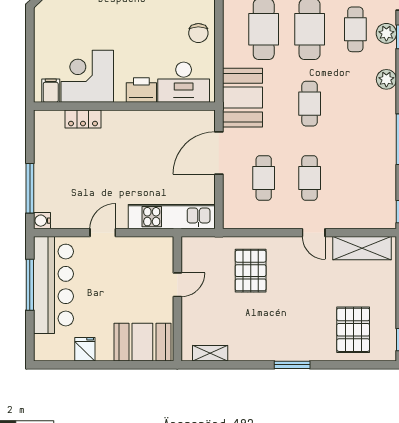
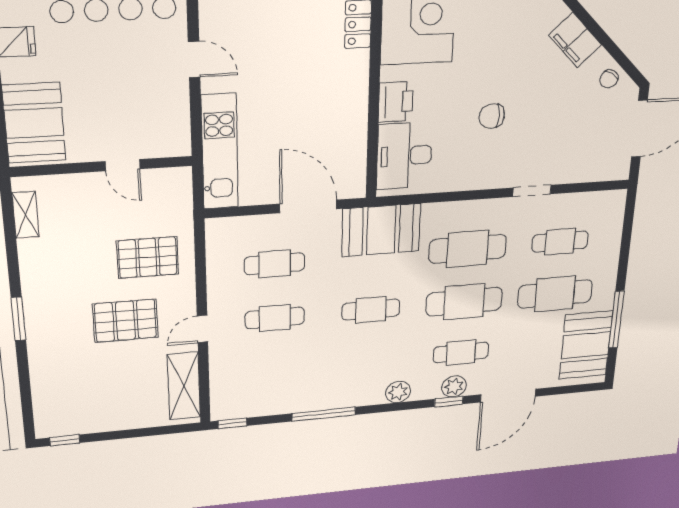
chair: (198, 33) -> (492, 116), moved
pallet: (353, 330) -> (125, 321), moved

